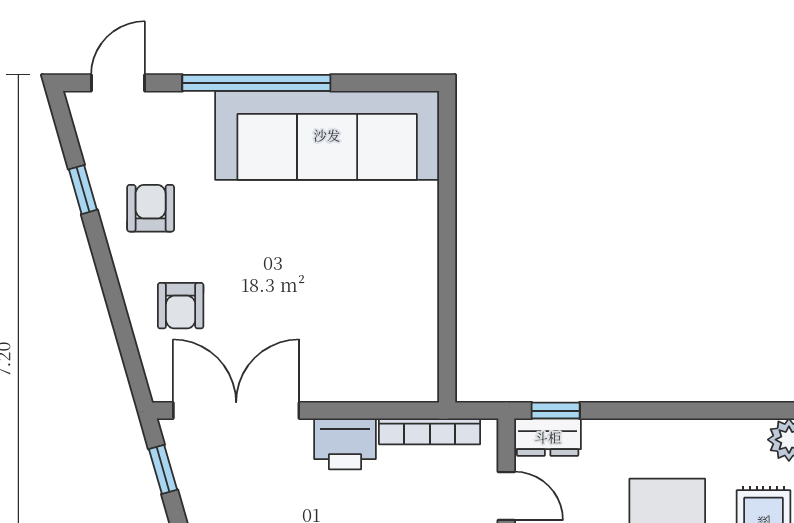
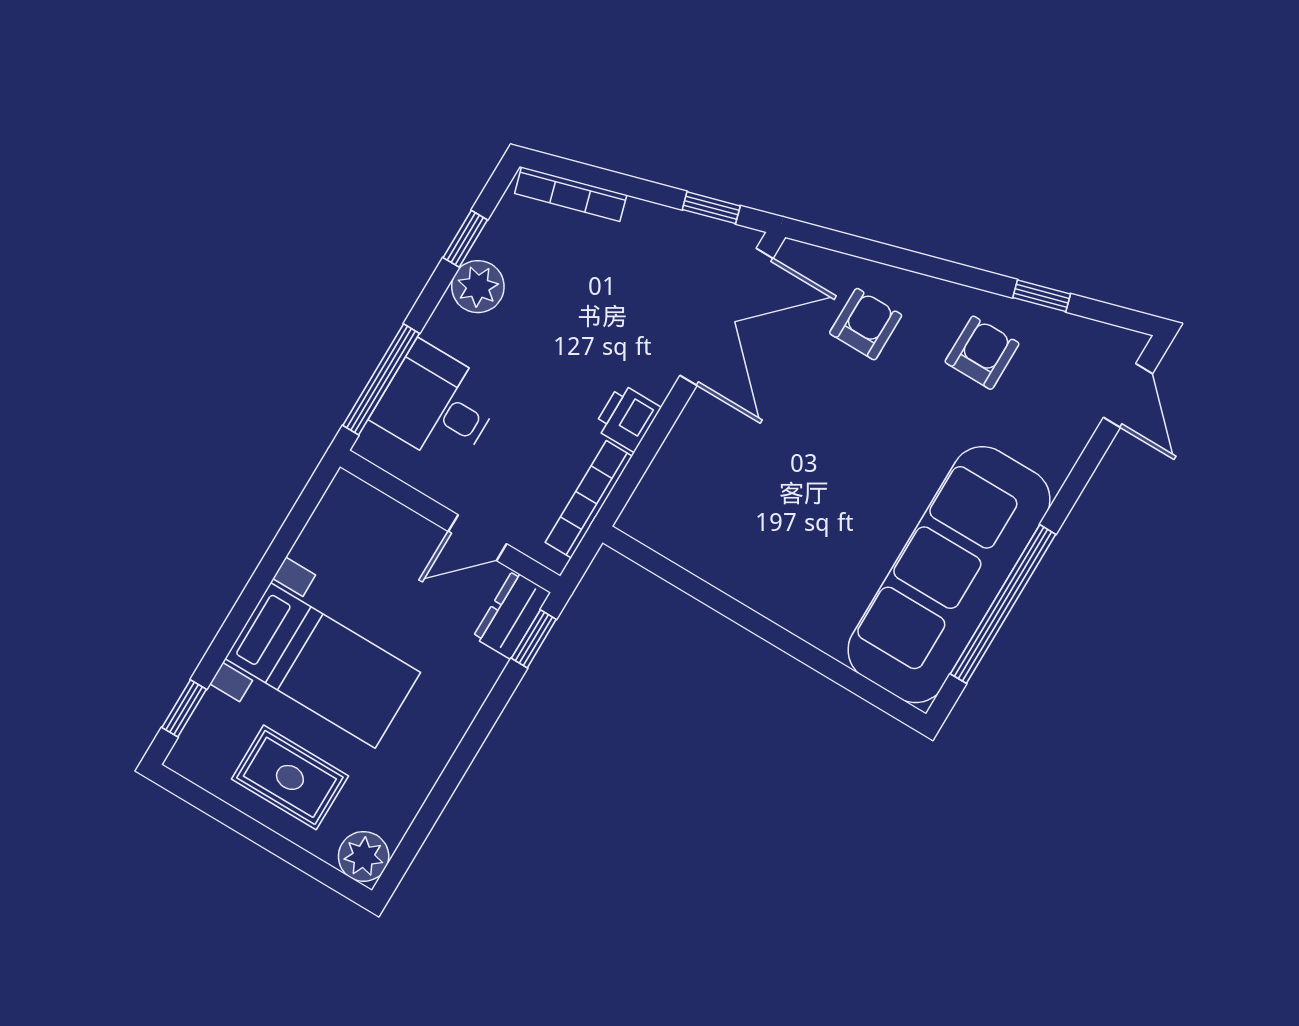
window: (256, 83) -> (1003, 604), moved
armchair: (151, 208) -> (982, 353), turned -90
armchair: (181, 306) -> (866, 324), turned 90
printer: (345, 444) -> (627, 418), width x0.73, depth x0.81

